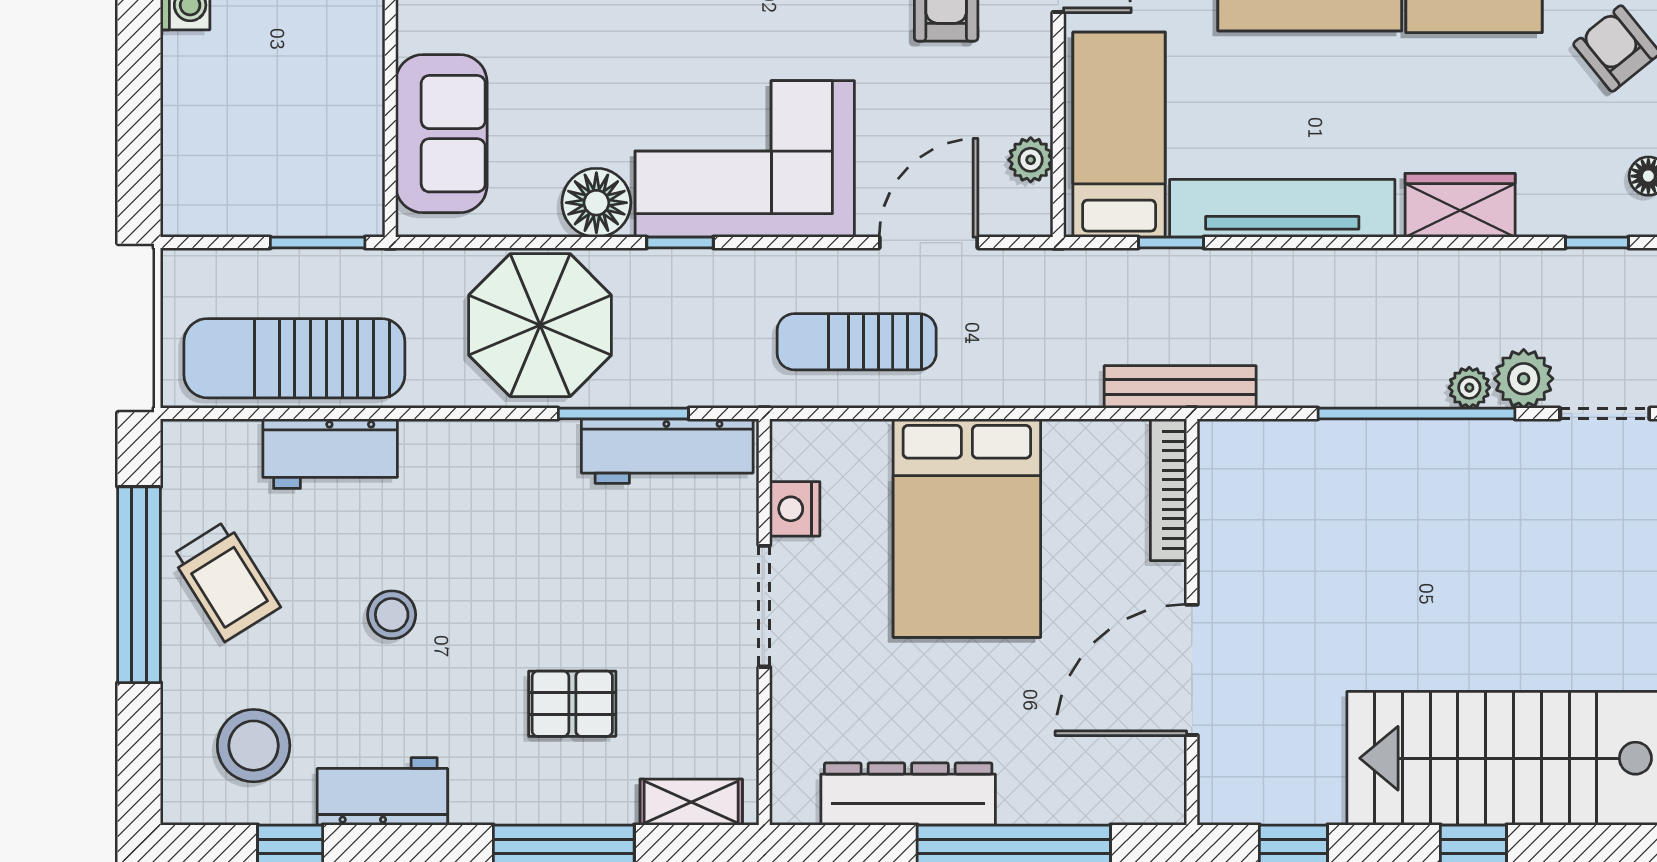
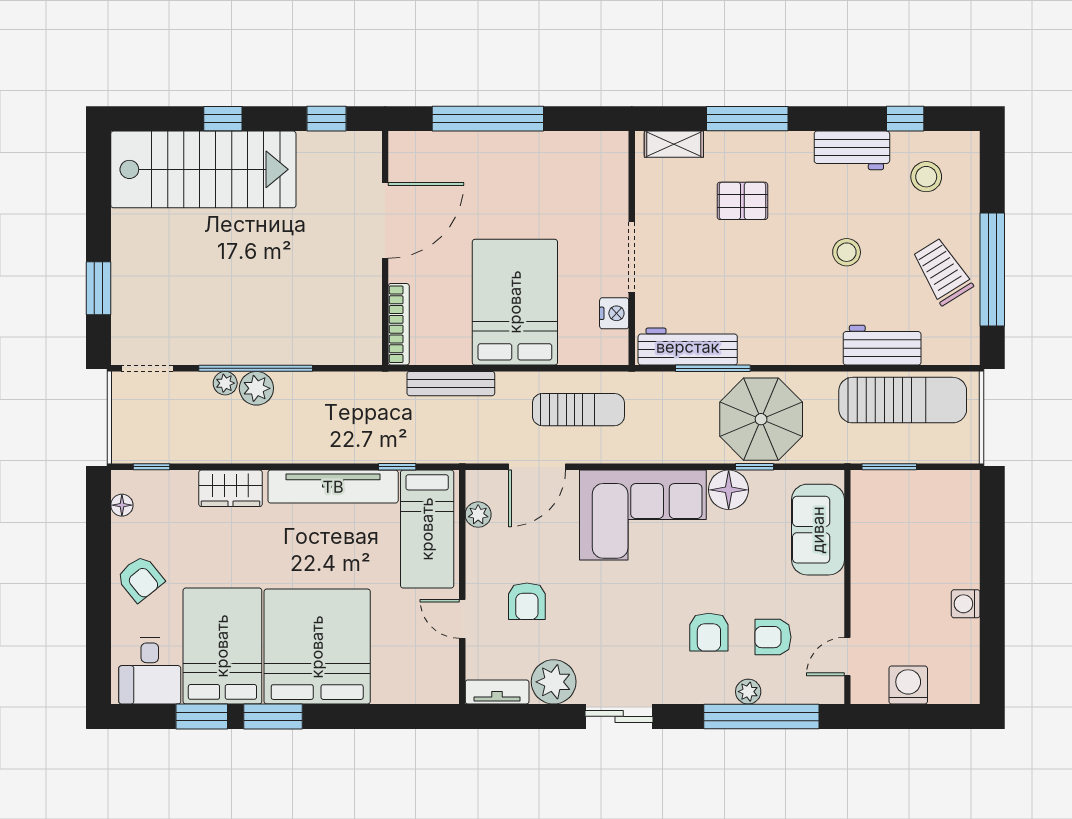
window: (680, 243) -> (754, 467), moved
plant: (1524, 379) -> (256, 388), moved
bench: (1180, 387) -> (451, 384), moved
stool: (254, 746) -> (926, 177), width x0.73, depth x0.73
dresser: (908, 794) -> (549, 149), removed

